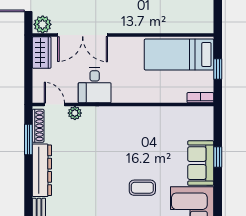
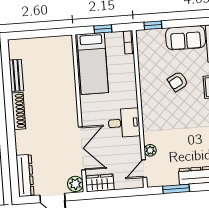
desk: (95, 85) -> (124, 123), moved
shoe rack: (38, 126) -> (164, 181), removed
armchair: (151, 150) -> (178, 81), added
window: (218, 157) -> (153, 25), moved

